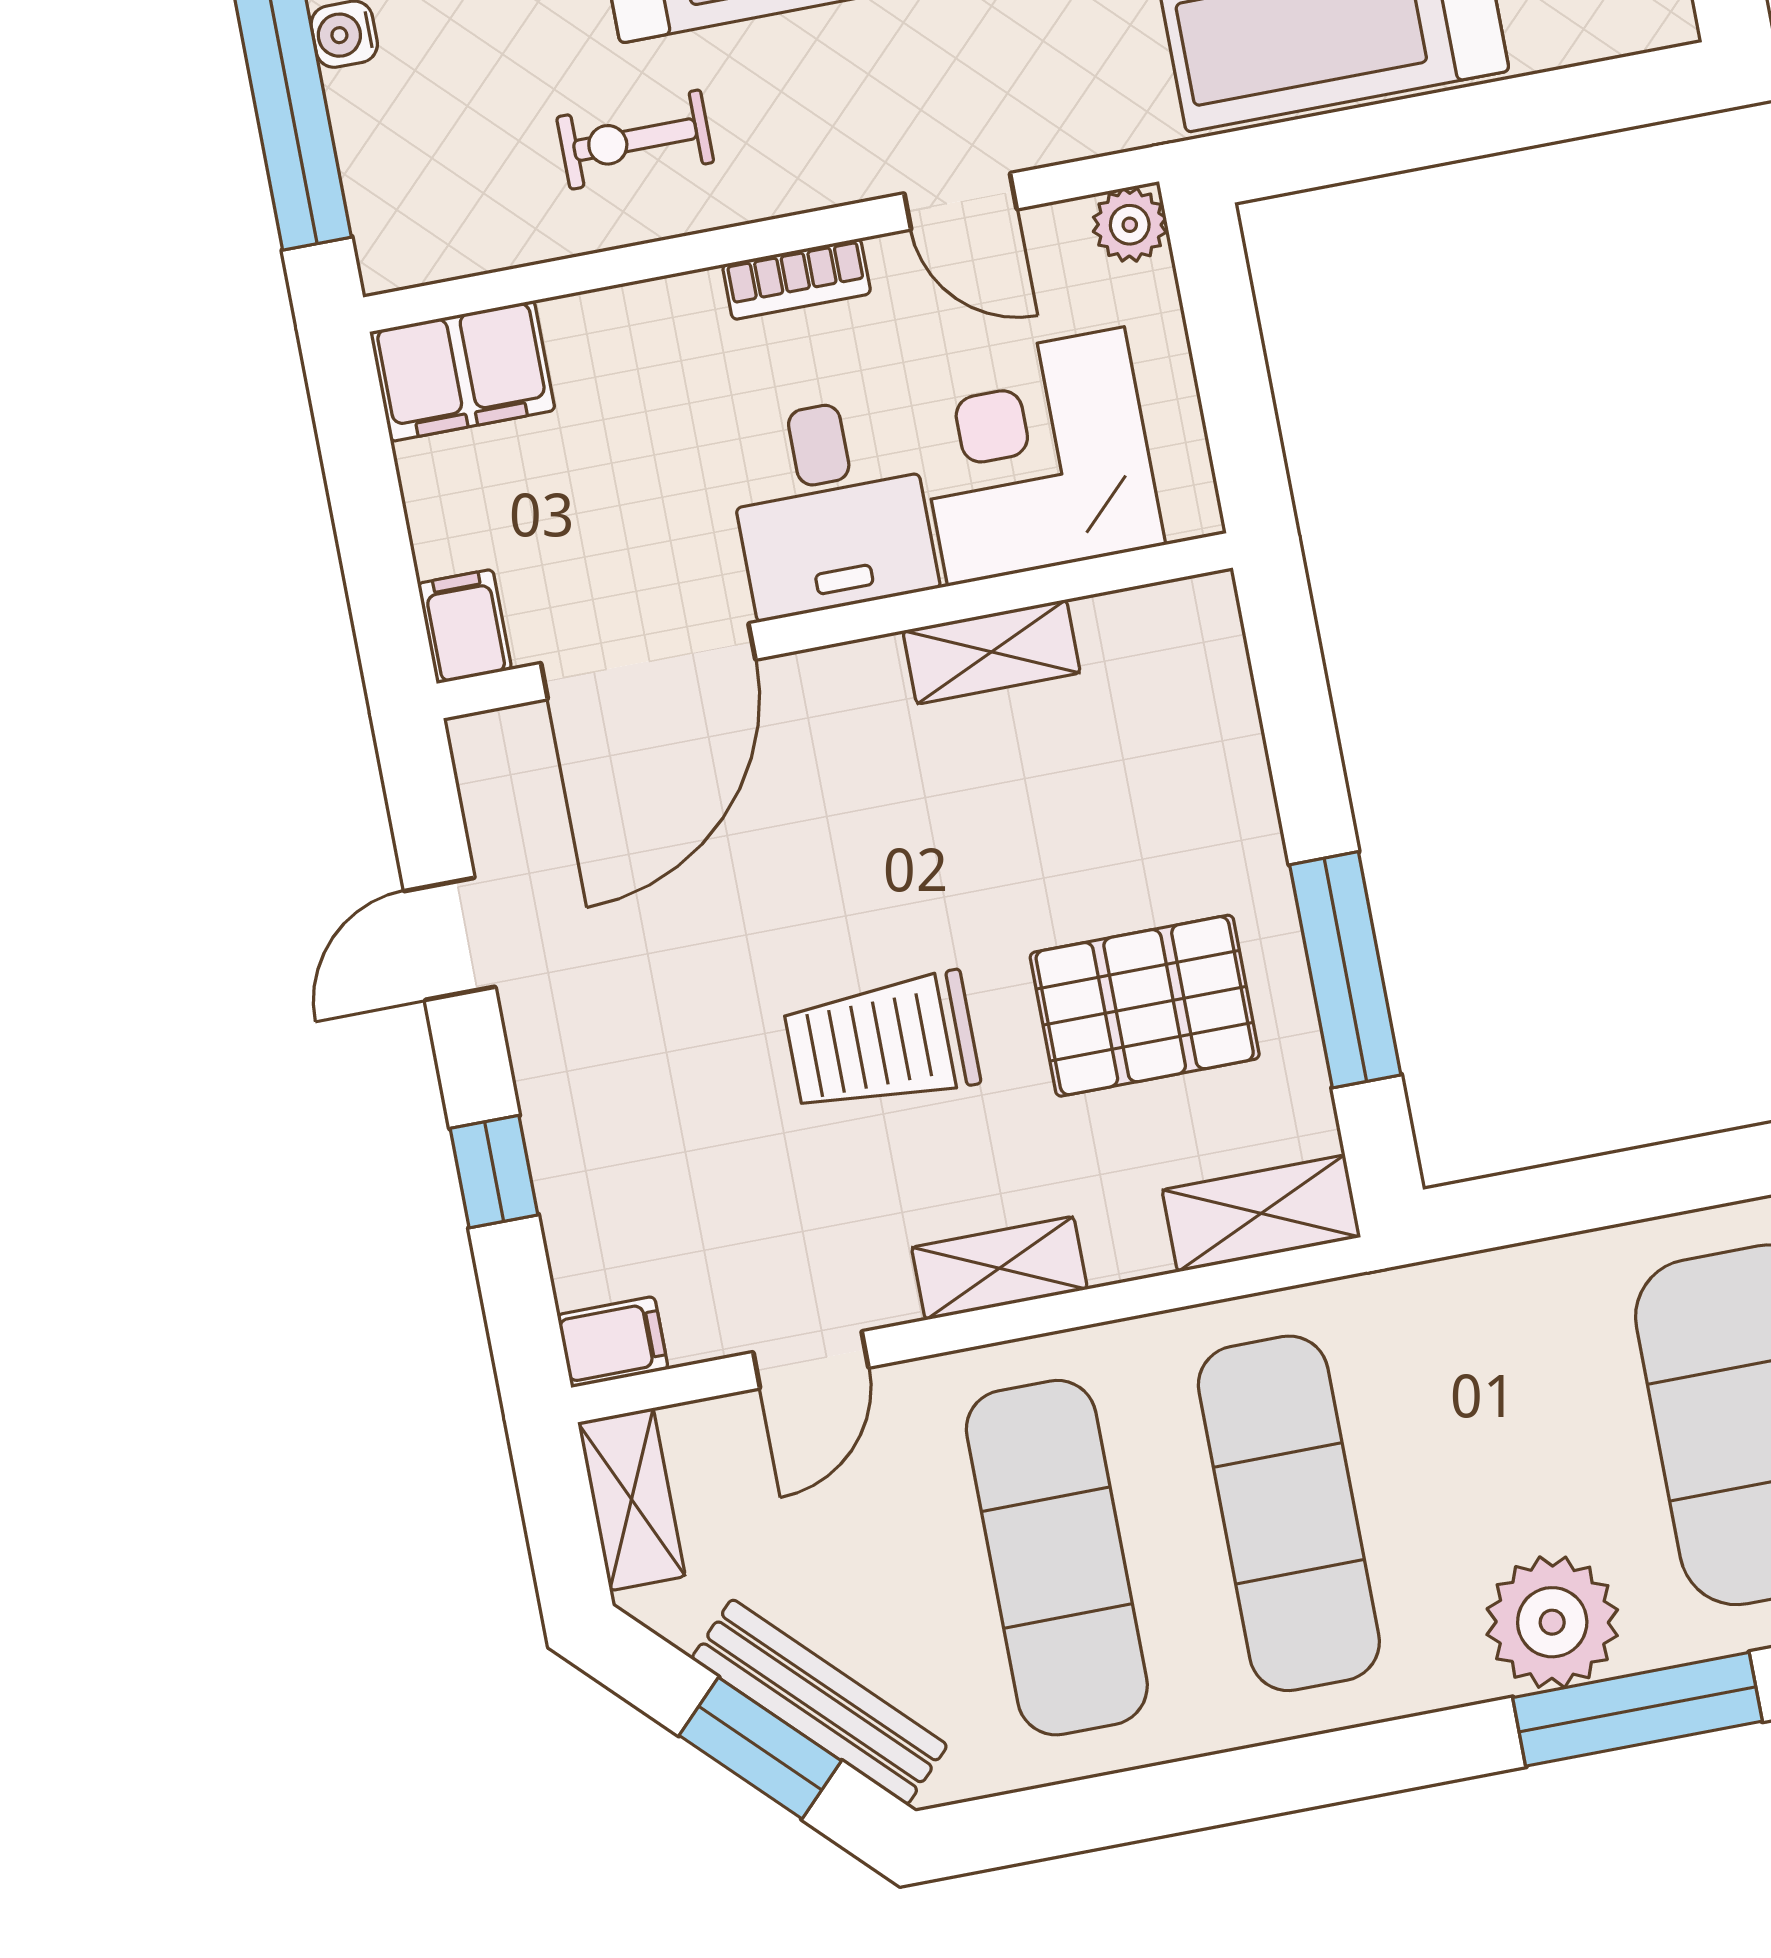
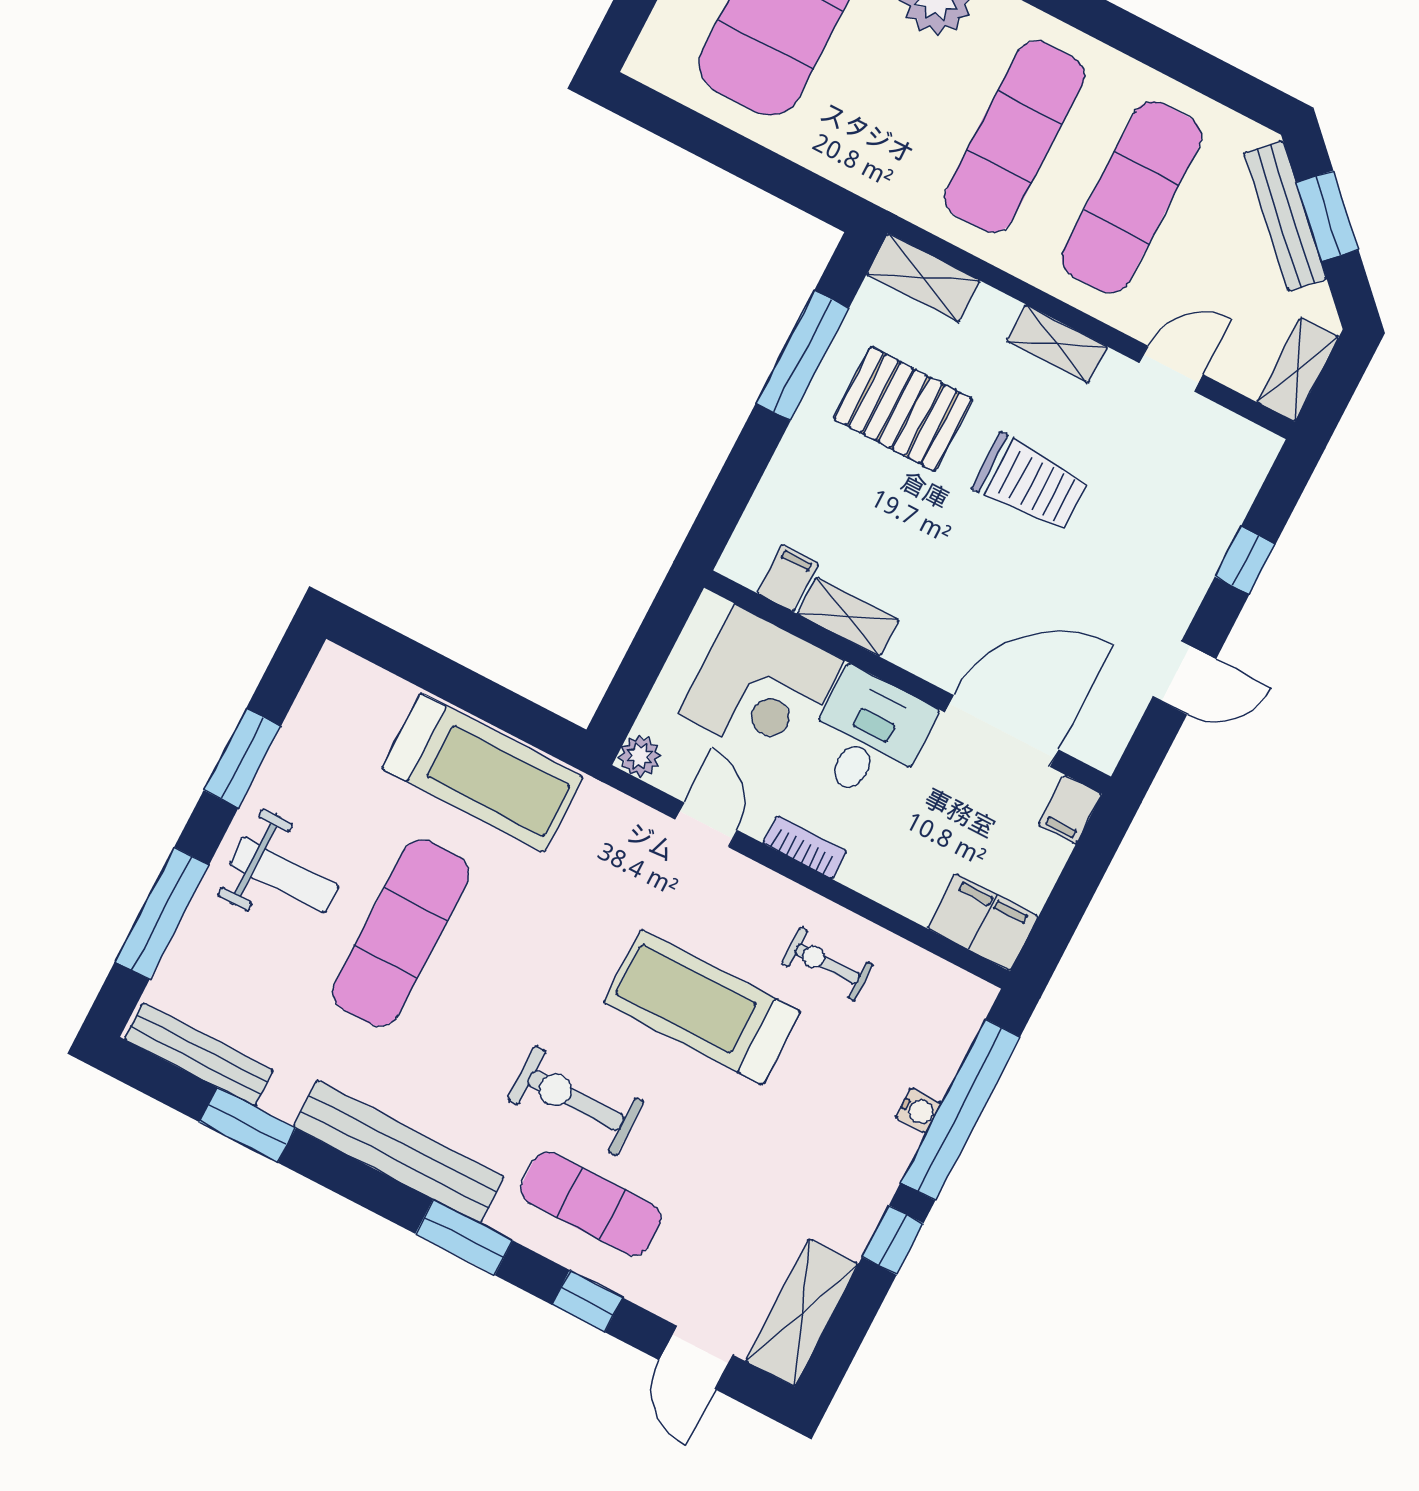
exercise bike: (635, 140) -> (827, 964), turned 180
filing cabinet: (613, 1342) -> (788, 578), moved, turned 90

